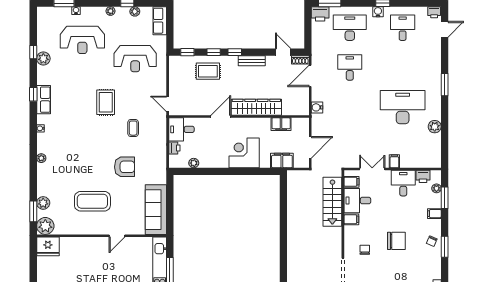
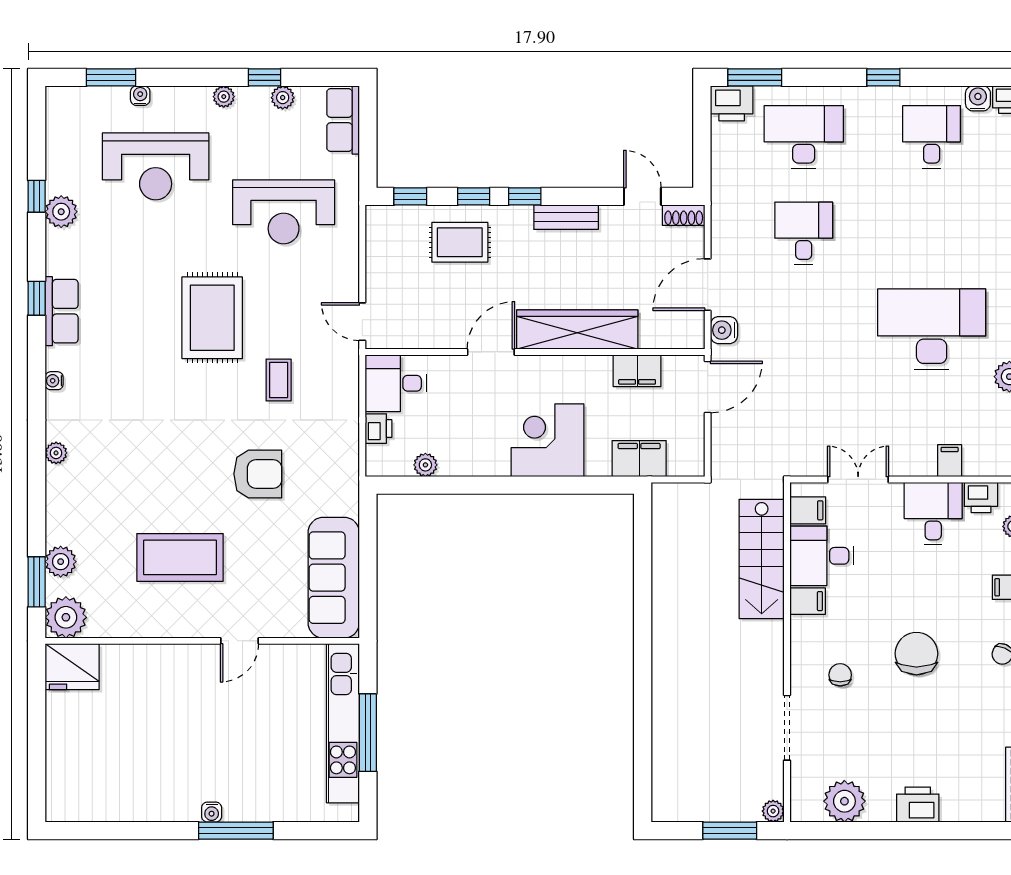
water cooler: (378, 12) -> (978, 98), moved
door: (310, 76) -> (708, 285), moved
rug: (106, 102) -> (212, 318), width x1.36, depth x1.43
door: (310, 147) -> (708, 387), moved
filing cabinet: (394, 161) -> (950, 461), moved
chair: (396, 241) -> (916, 654), turned -90

